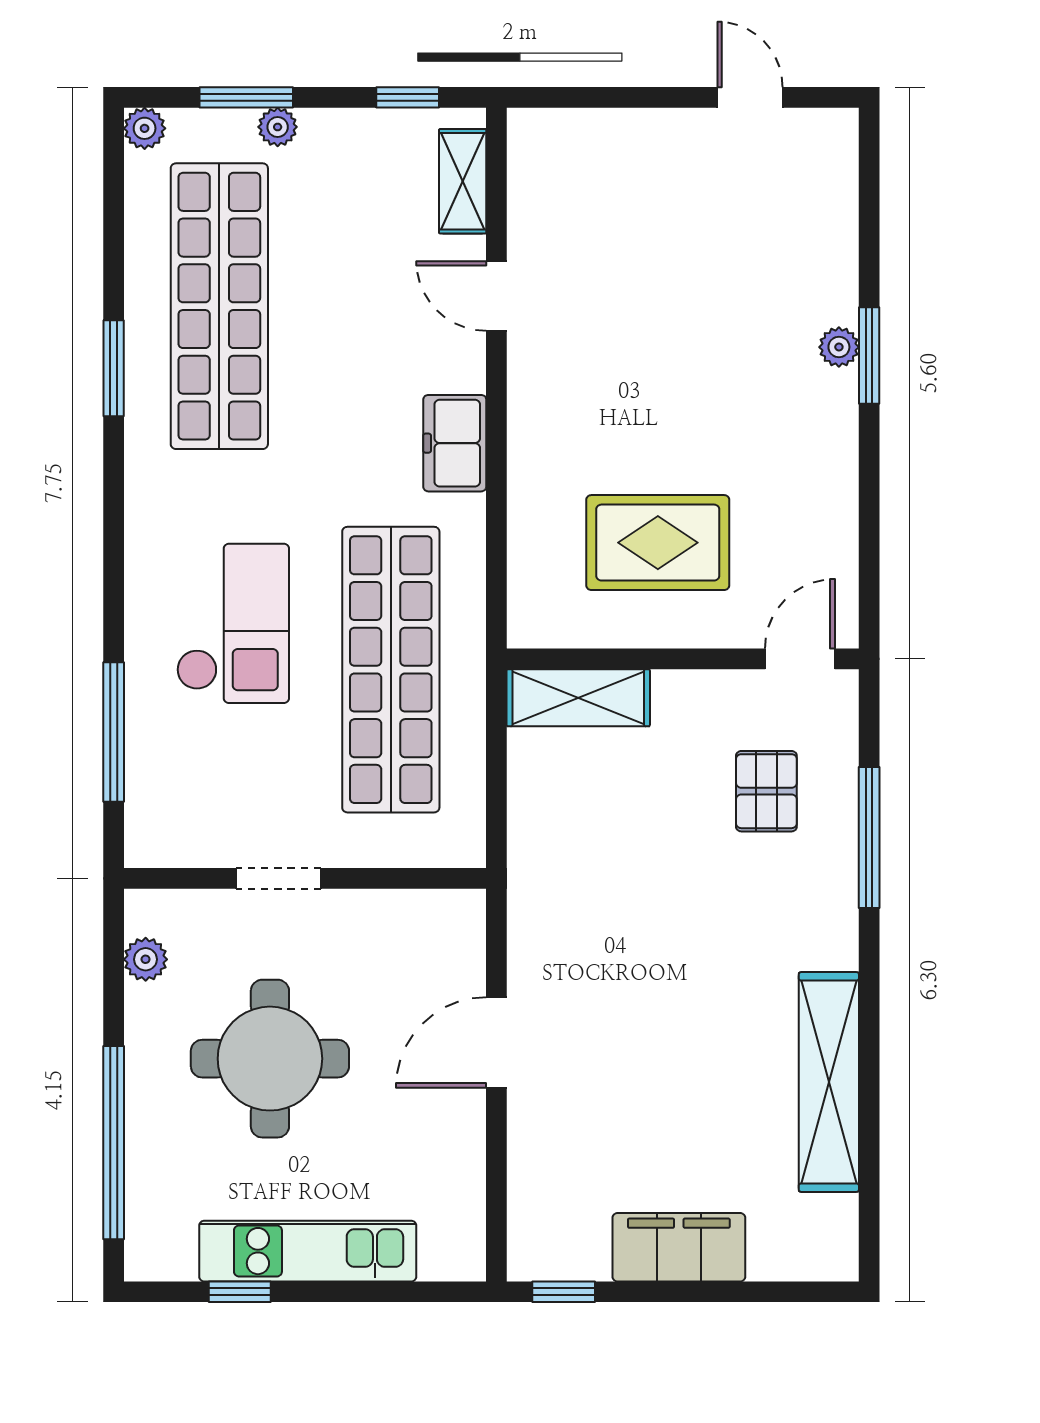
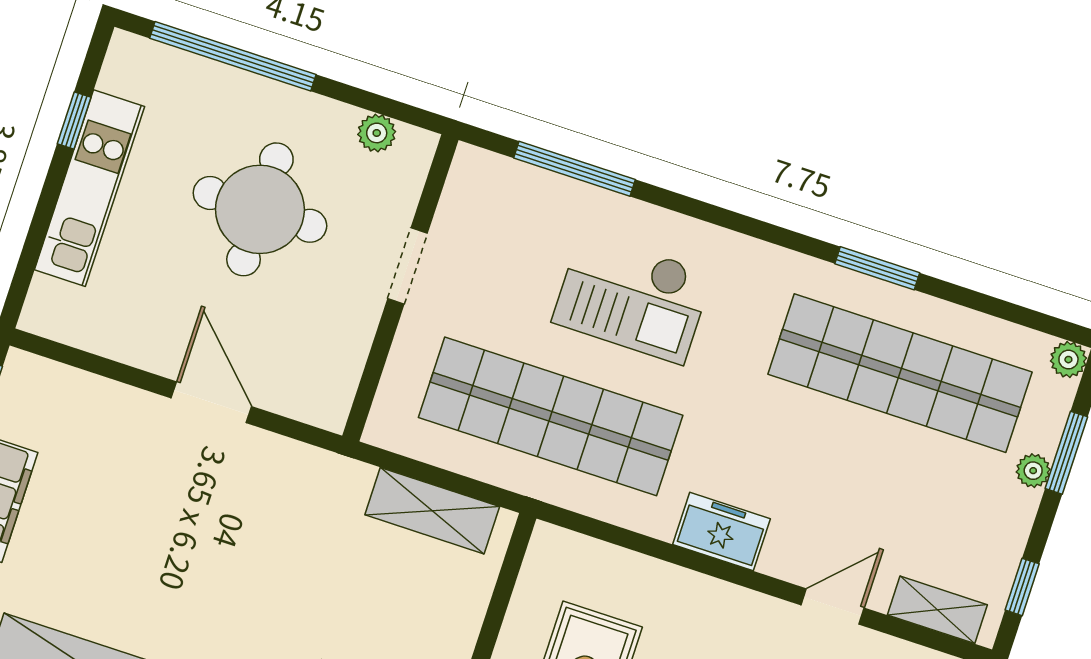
shelving: (578, 698) -> (432, 511), moved, turned 90

